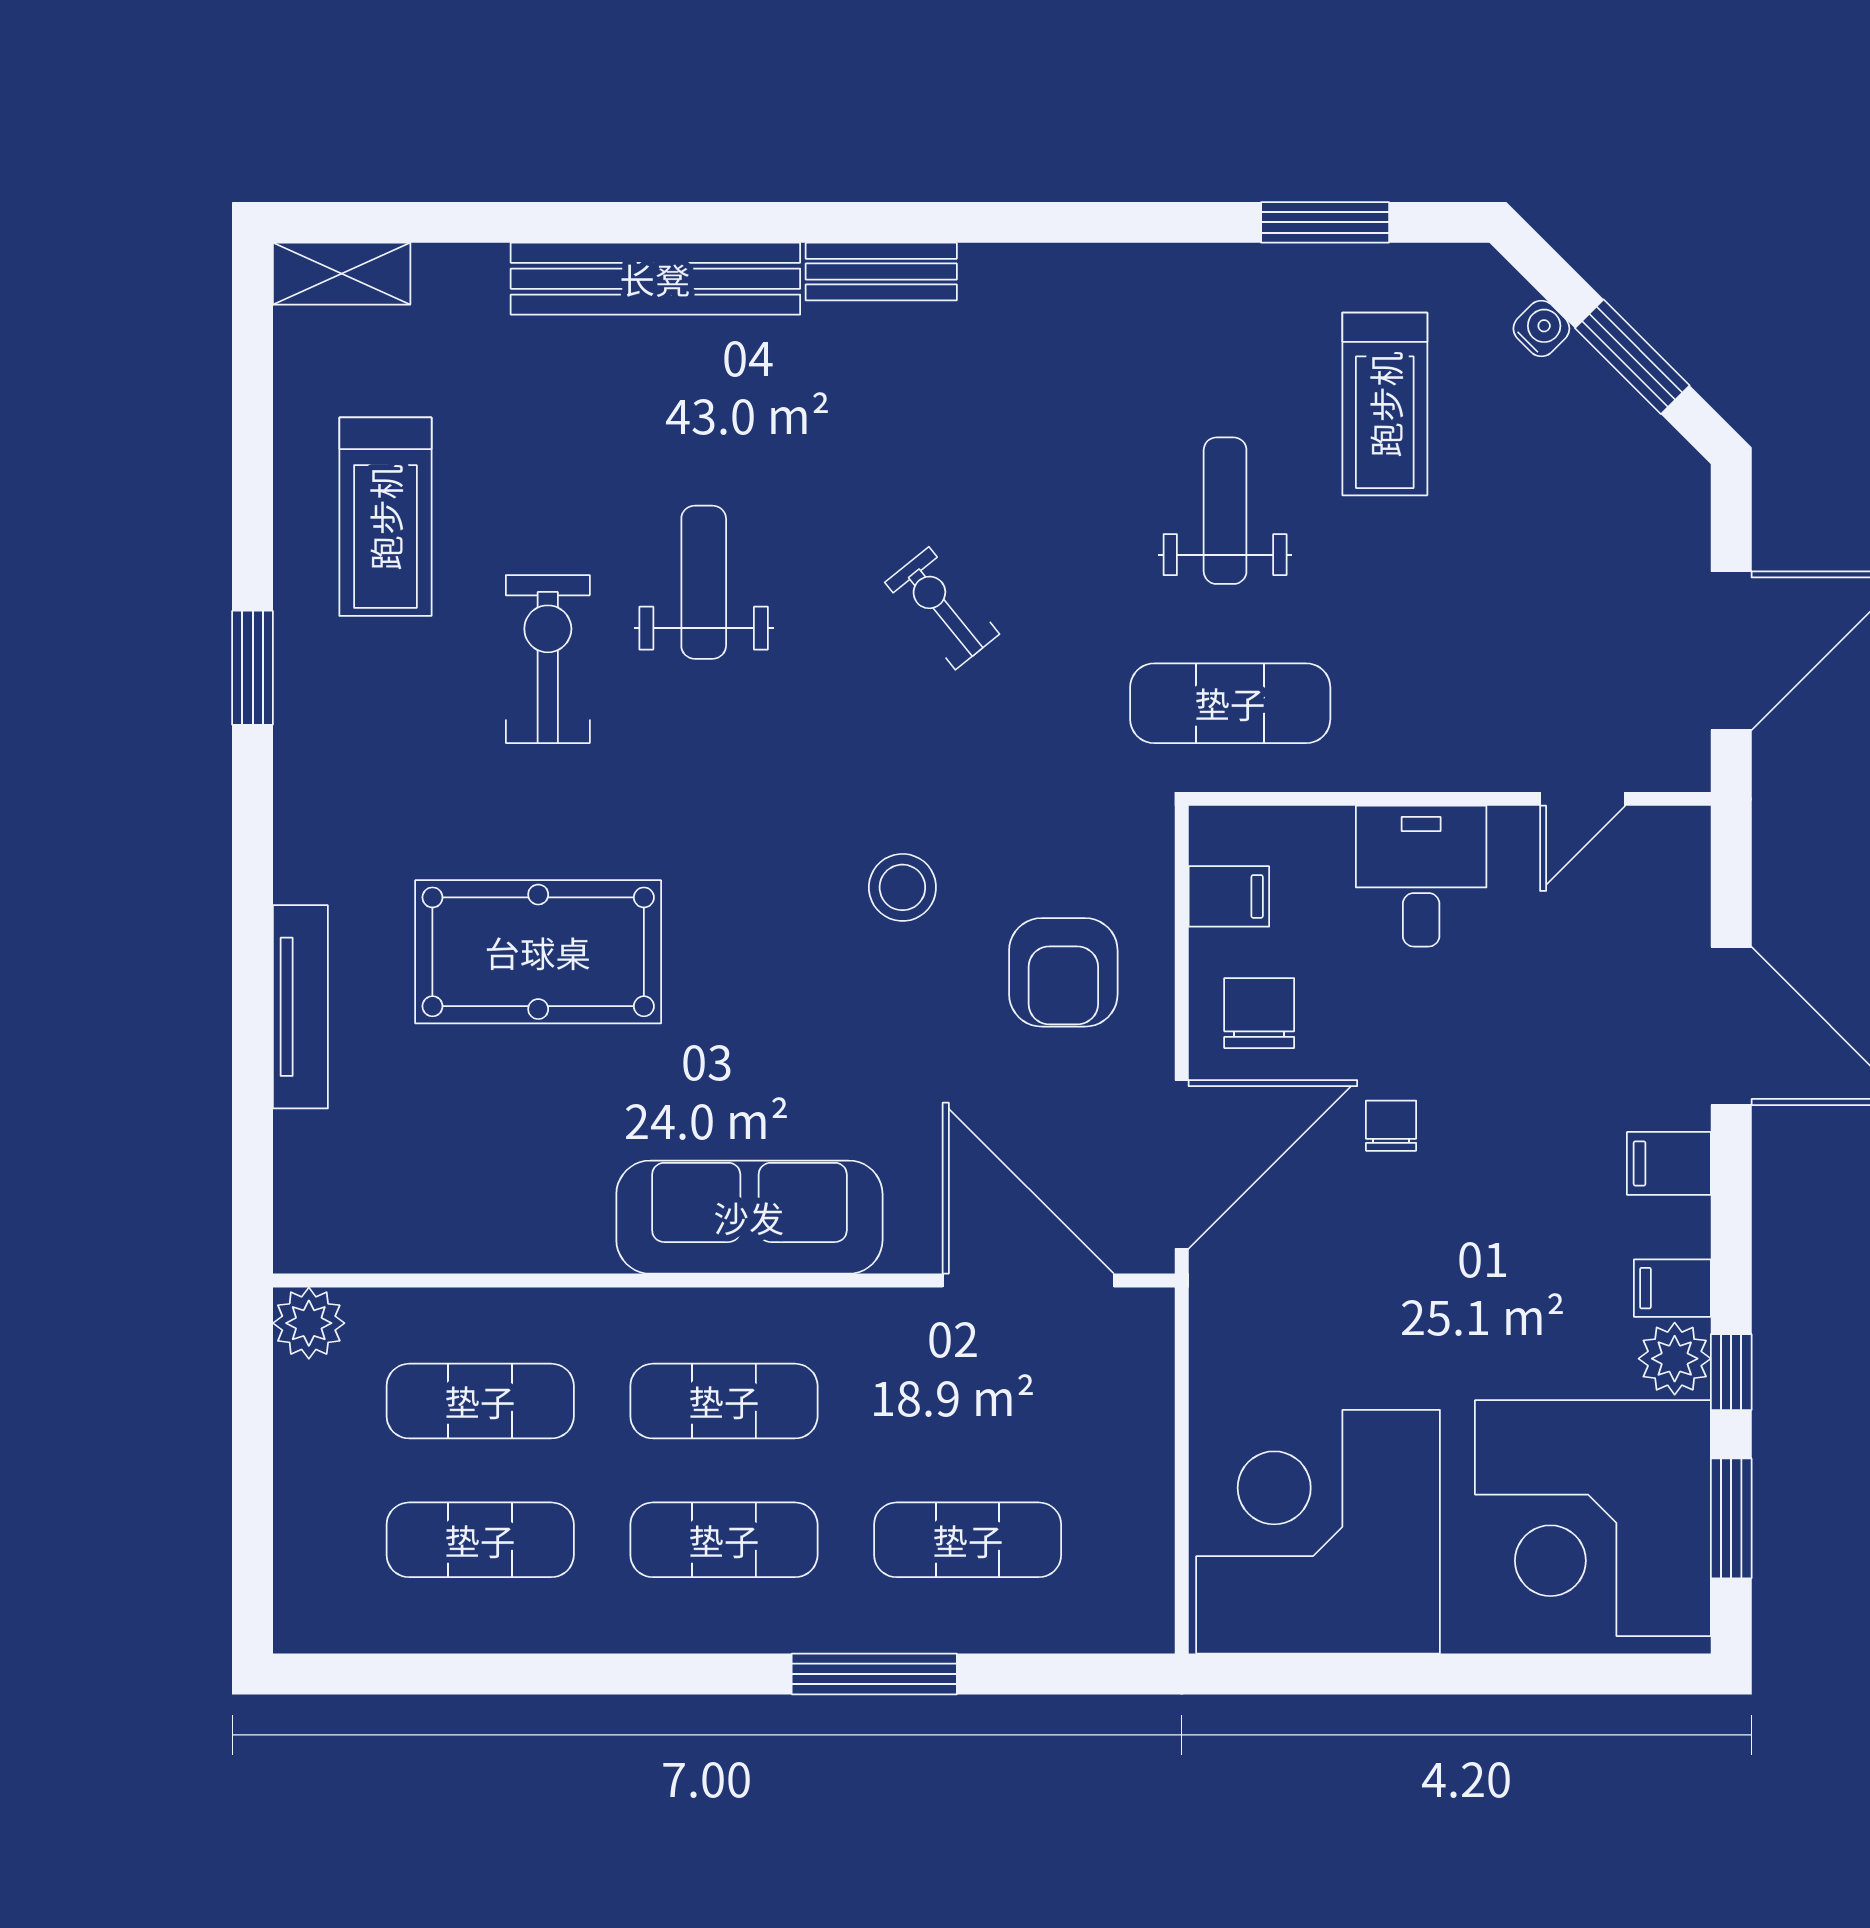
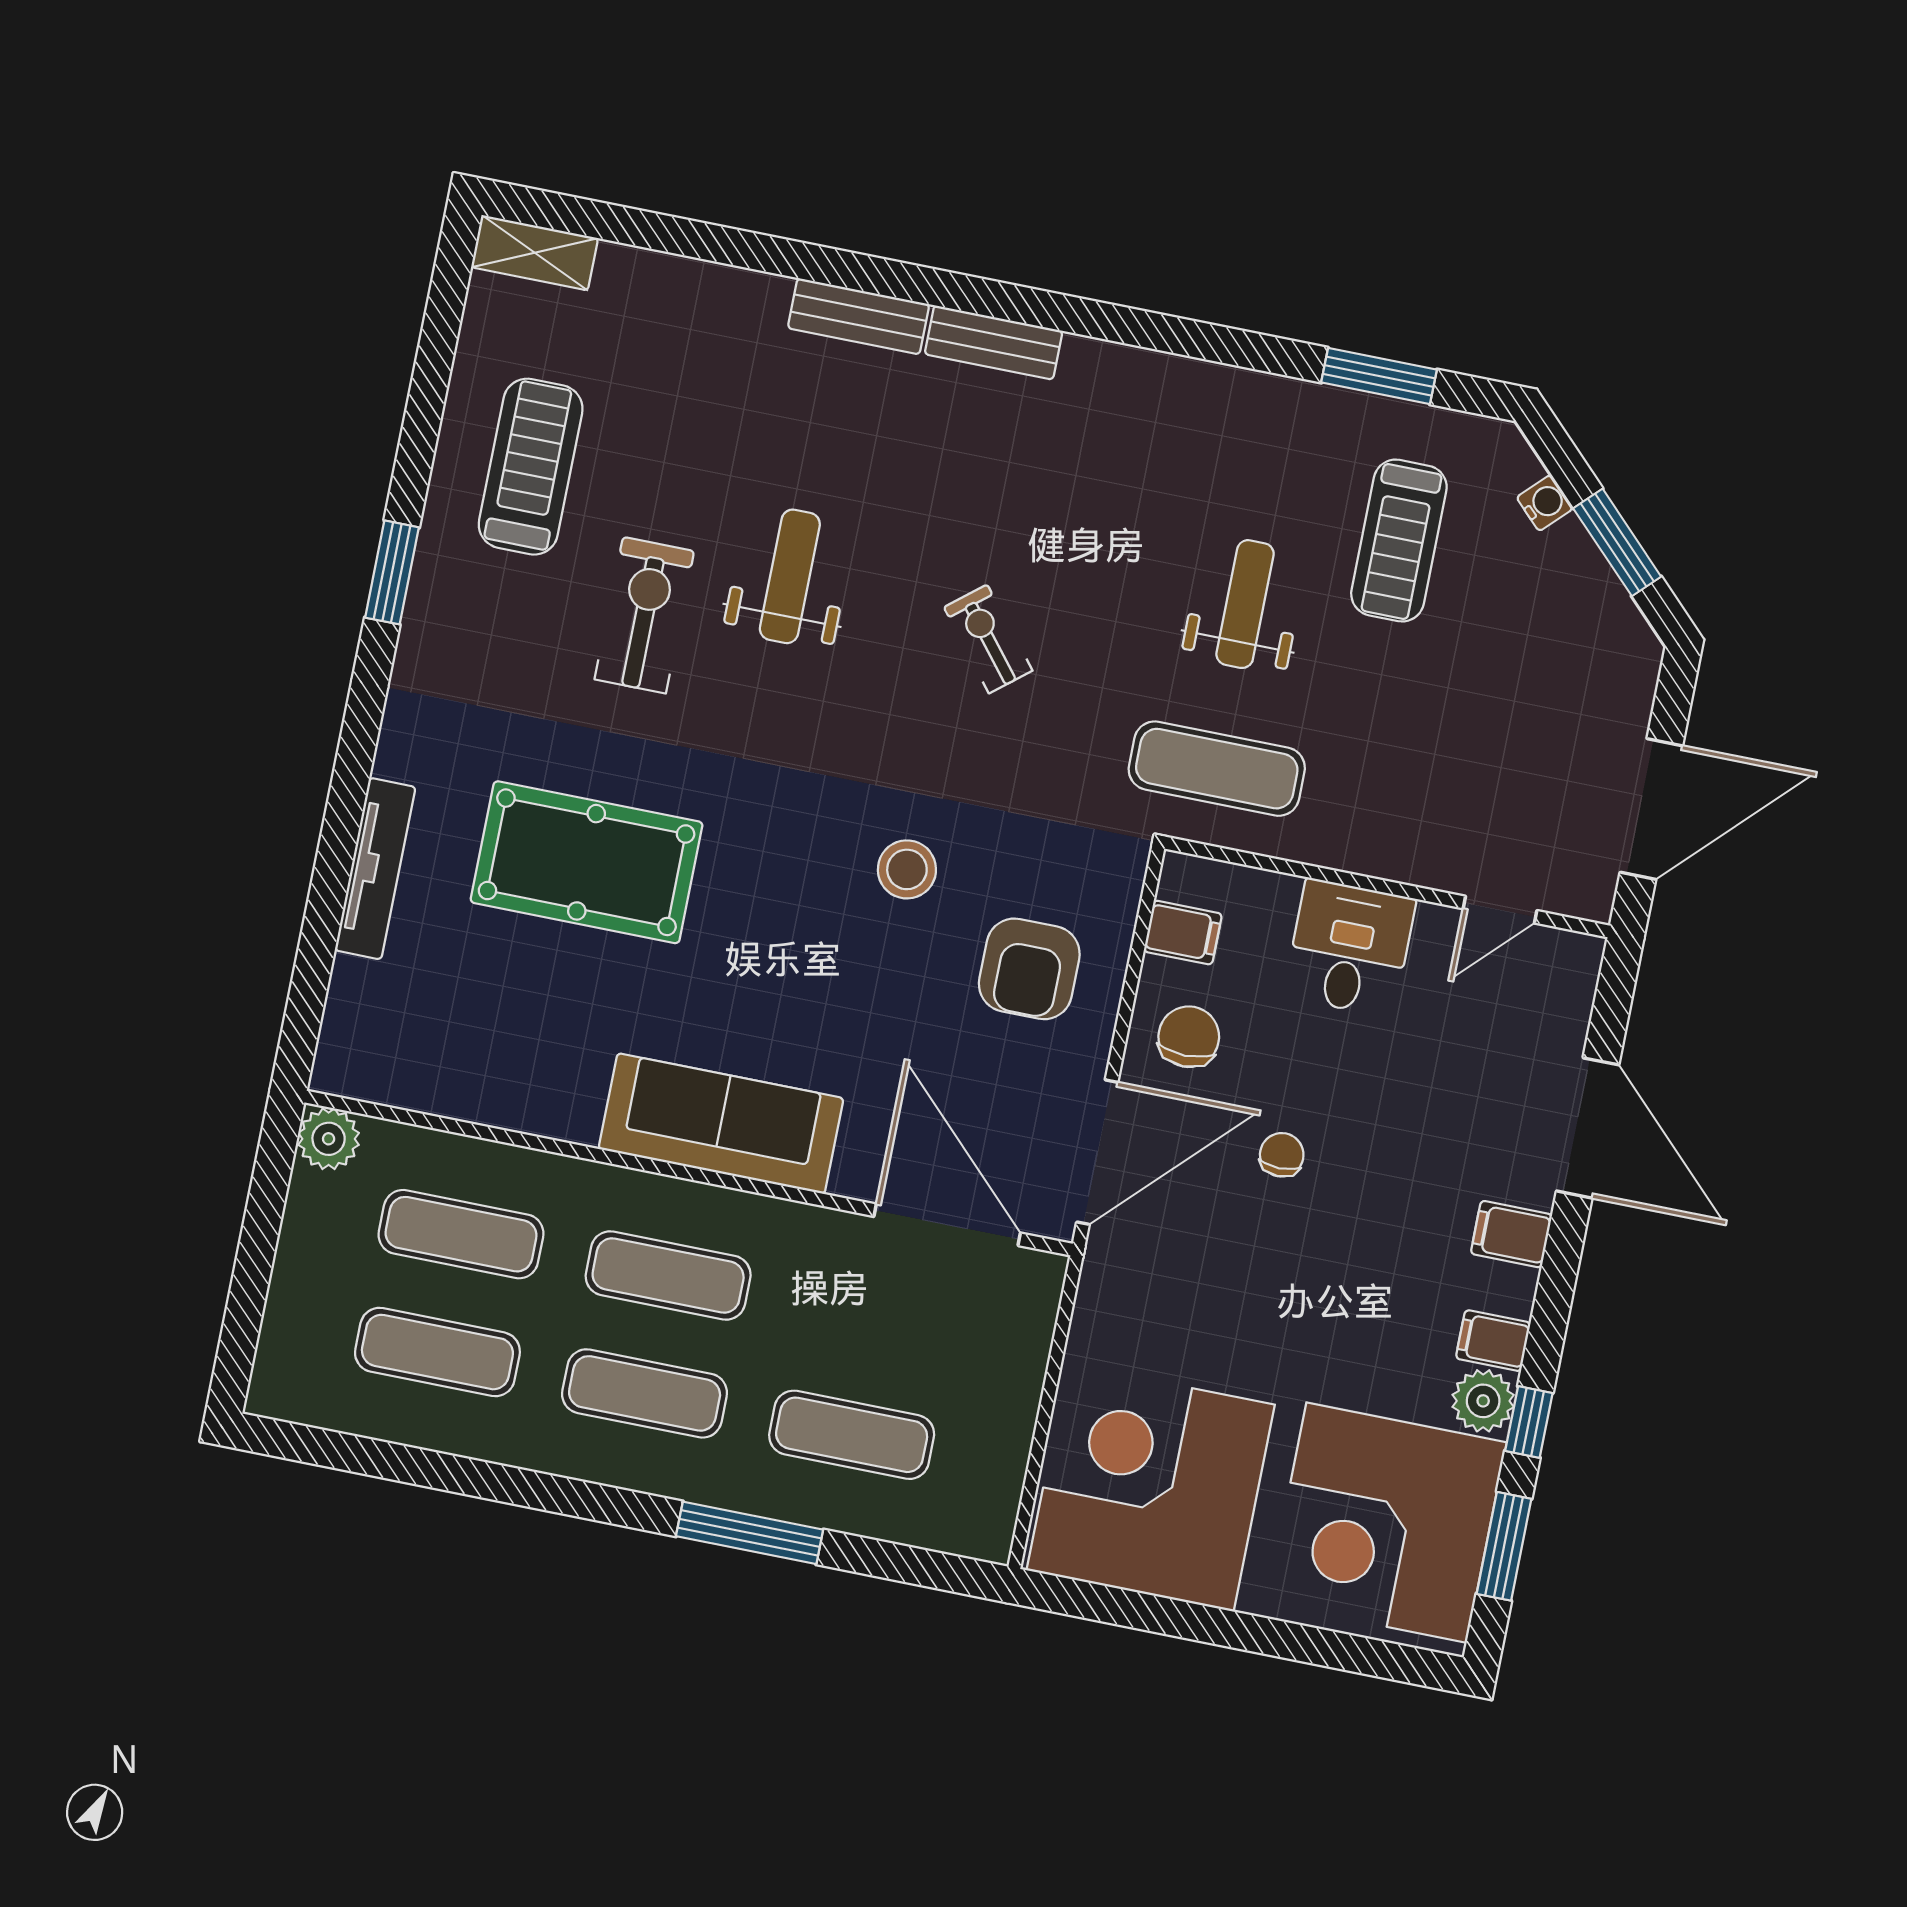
bench: (655, 279) -> (859, 316), width x0.54, depth x0.82
treadmill: (385, 517) -> (531, 467), turned 180

